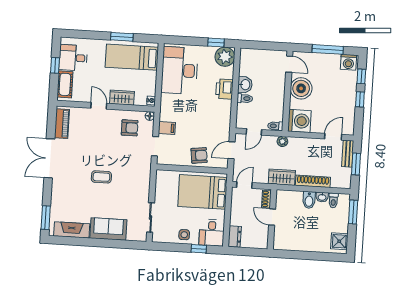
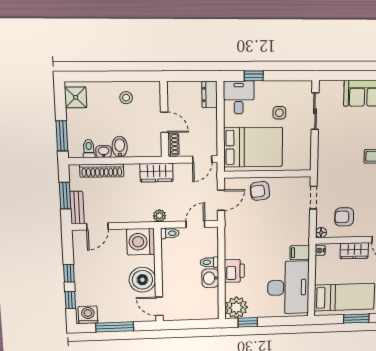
filing cabinet: (167, 128) -> (300, 253), moved
shoe rack: (313, 181) -> (102, 171), moved
side table: (184, 235) -> (279, 113), moved
stool: (300, 238) -> (126, 98), added

